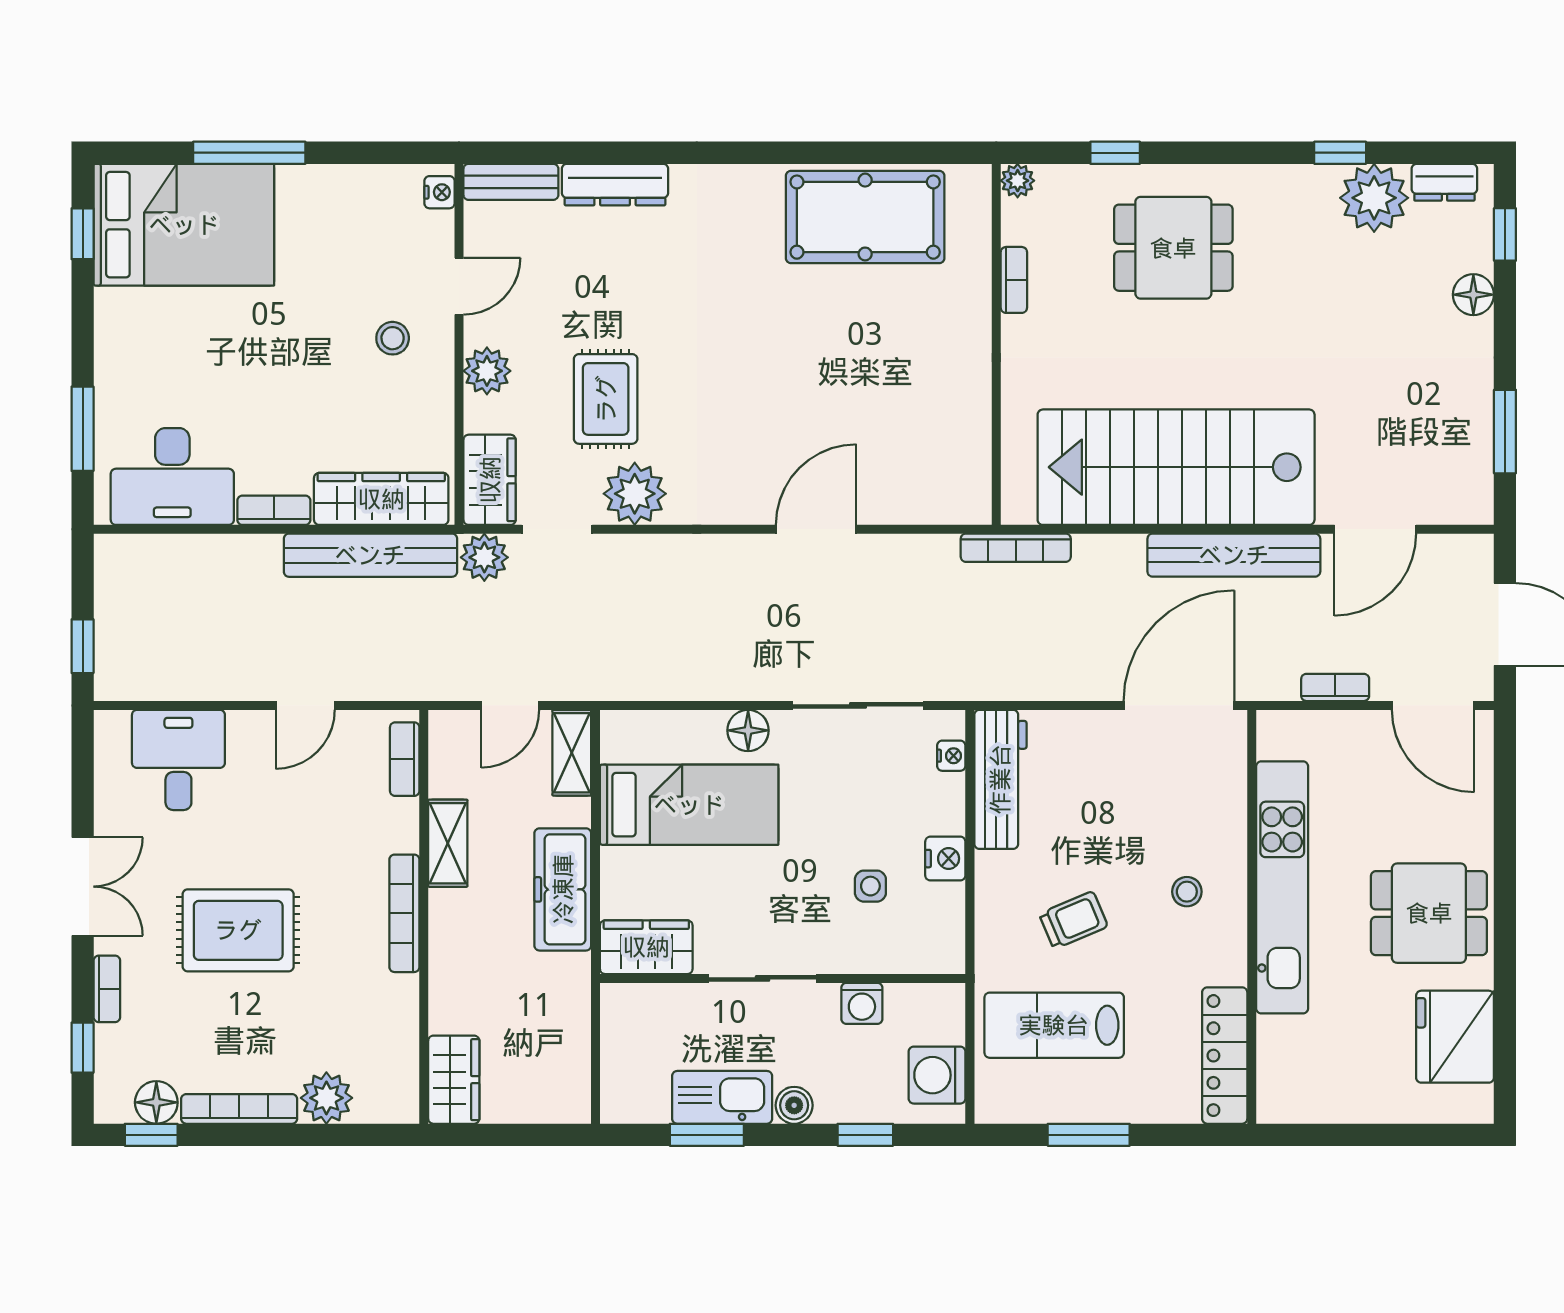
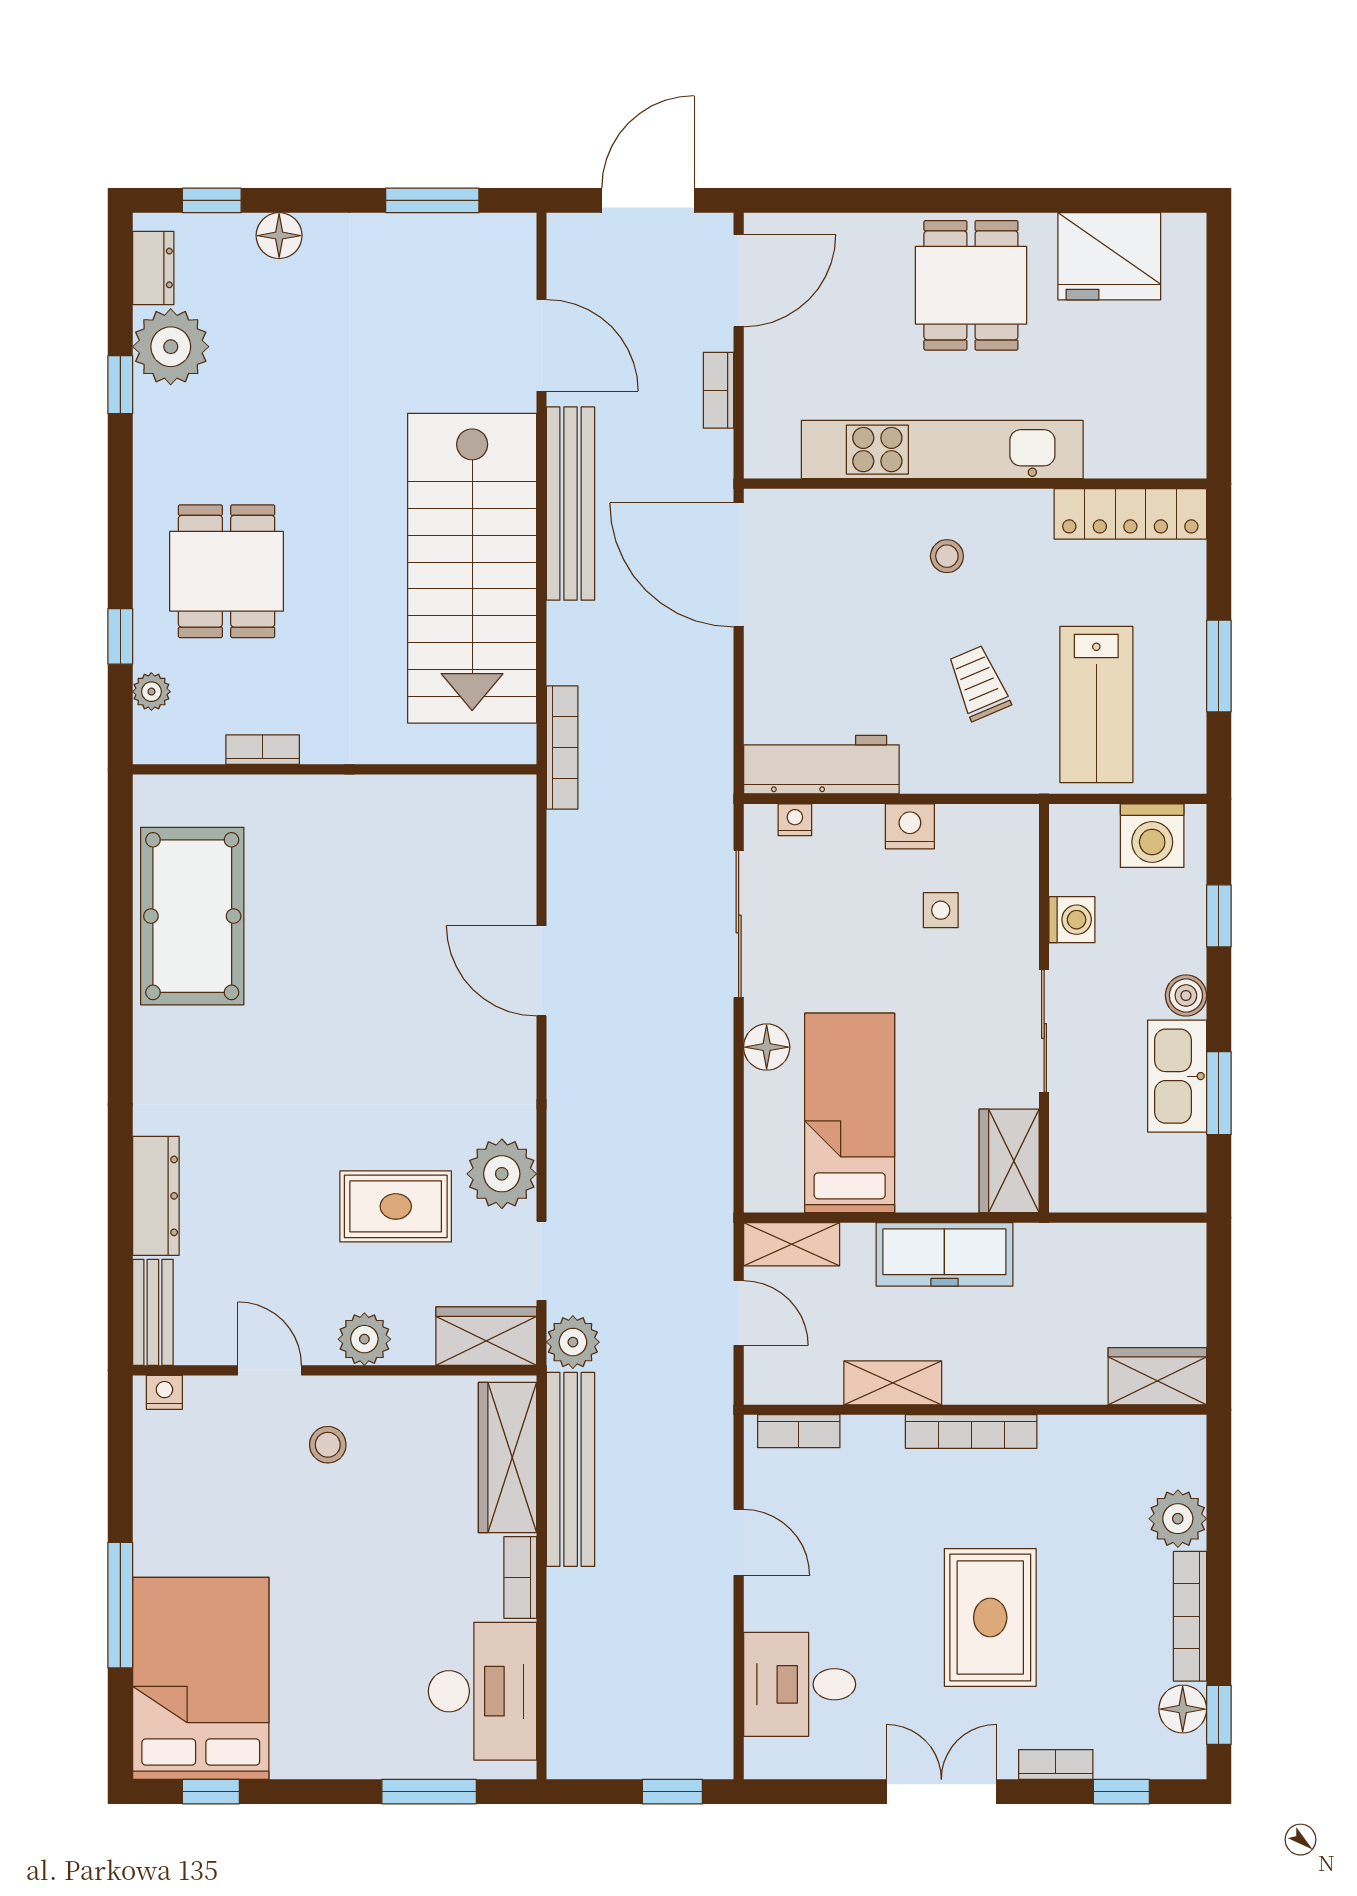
plant: (1018, 181) -> (151, 692), moved

